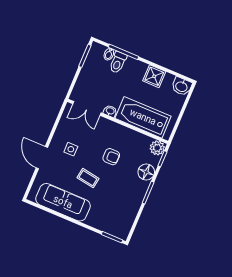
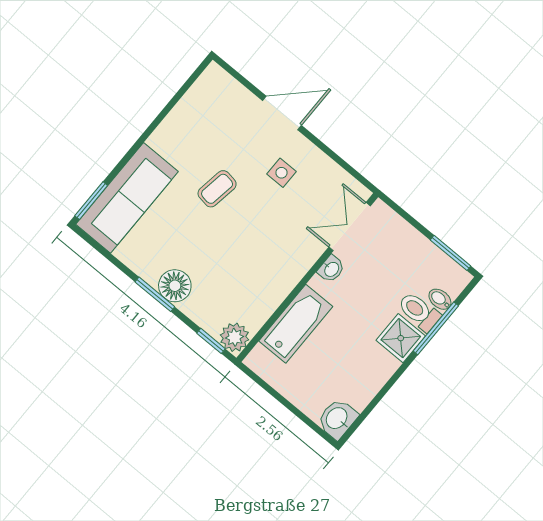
shower: (154, 76) -> (401, 338), moved
bathtub: (143, 117) -> (296, 324), width x0.73, depth x0.73
armchair: (111, 157) -> (244, 245), removed
floor lamp: (146, 172) -> (175, 286), moved
sofa: (63, 202) -> (127, 198), moved

